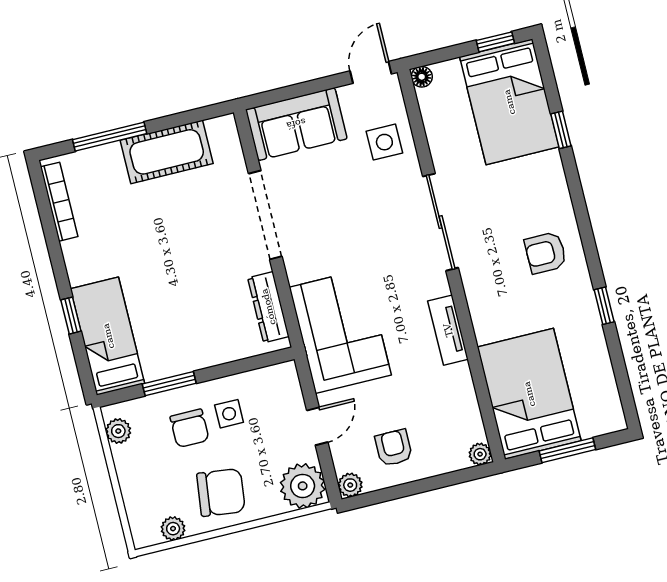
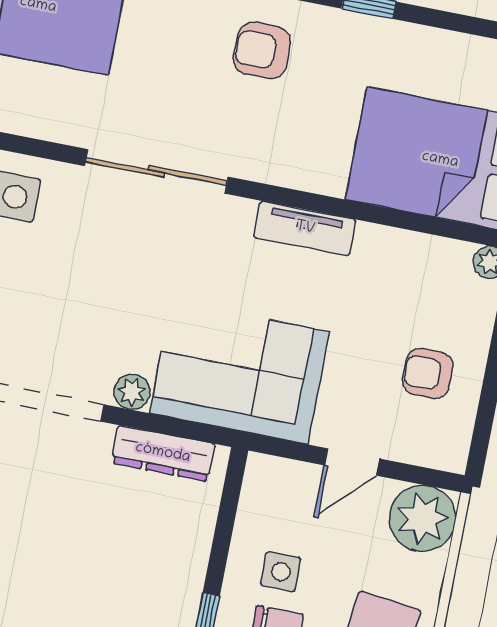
armchair: (546, 253) -> (262, 50), turned 90
door: (317, 426) -> (352, 462), swing flipped
plant: (350, 485) -> (132, 392), moved

